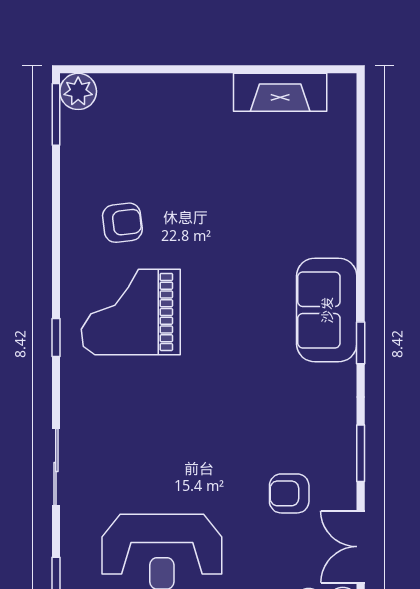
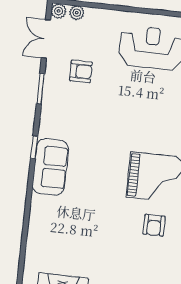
armchair: (122, 223) -> (154, 225), turned -83
double door: (361, 547) -> (46, 39), swing flipped

